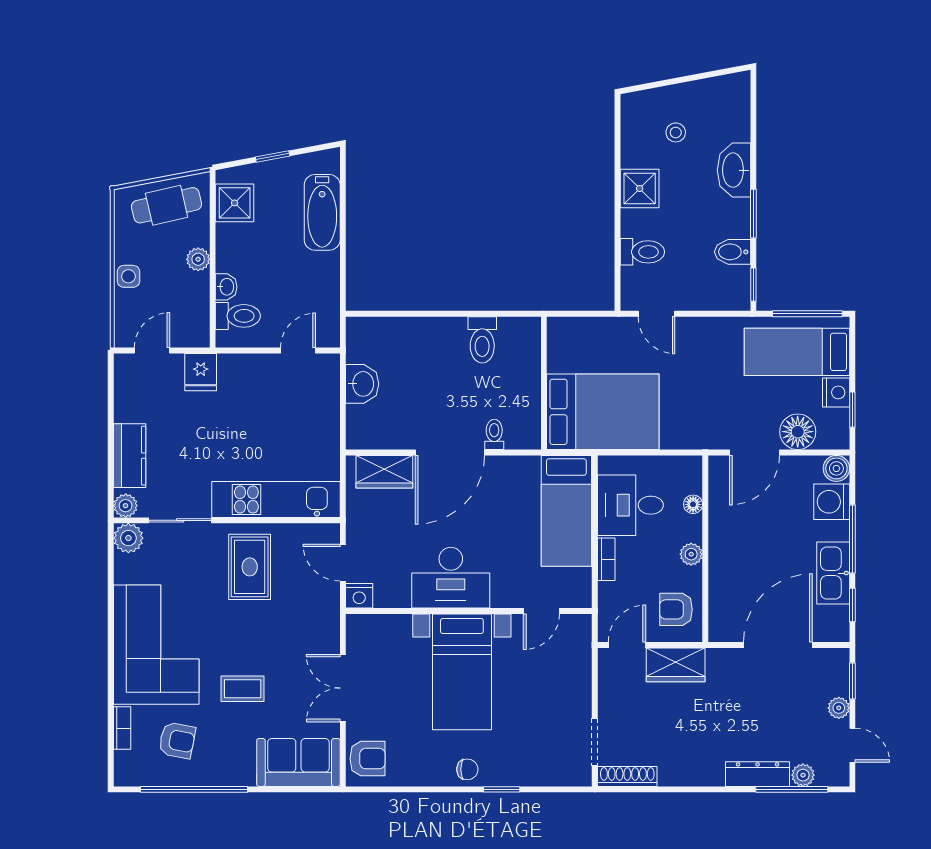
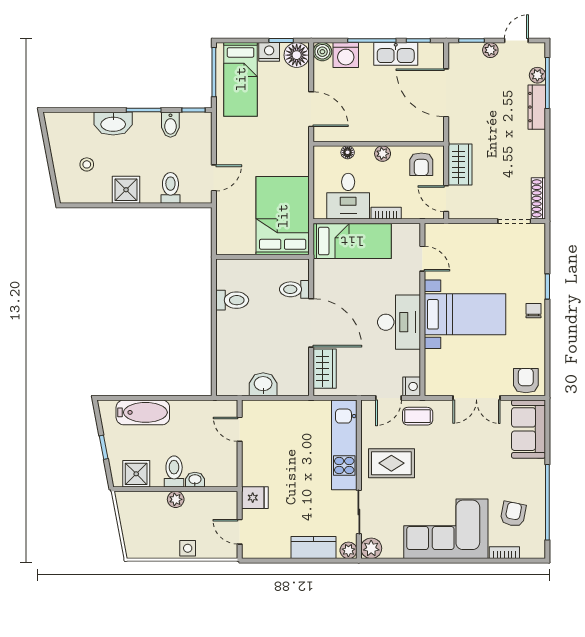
cafe table: (167, 205) -> (138, 522), removed
toilet: (238, 316) -> (174, 472), moved
floor lamp: (798, 432) -> (297, 55), moved
toilet: (494, 434) -> (294, 289), width x1.37, depth x1.39
coffee table: (243, 689) -> (418, 416), moved, turned 90

